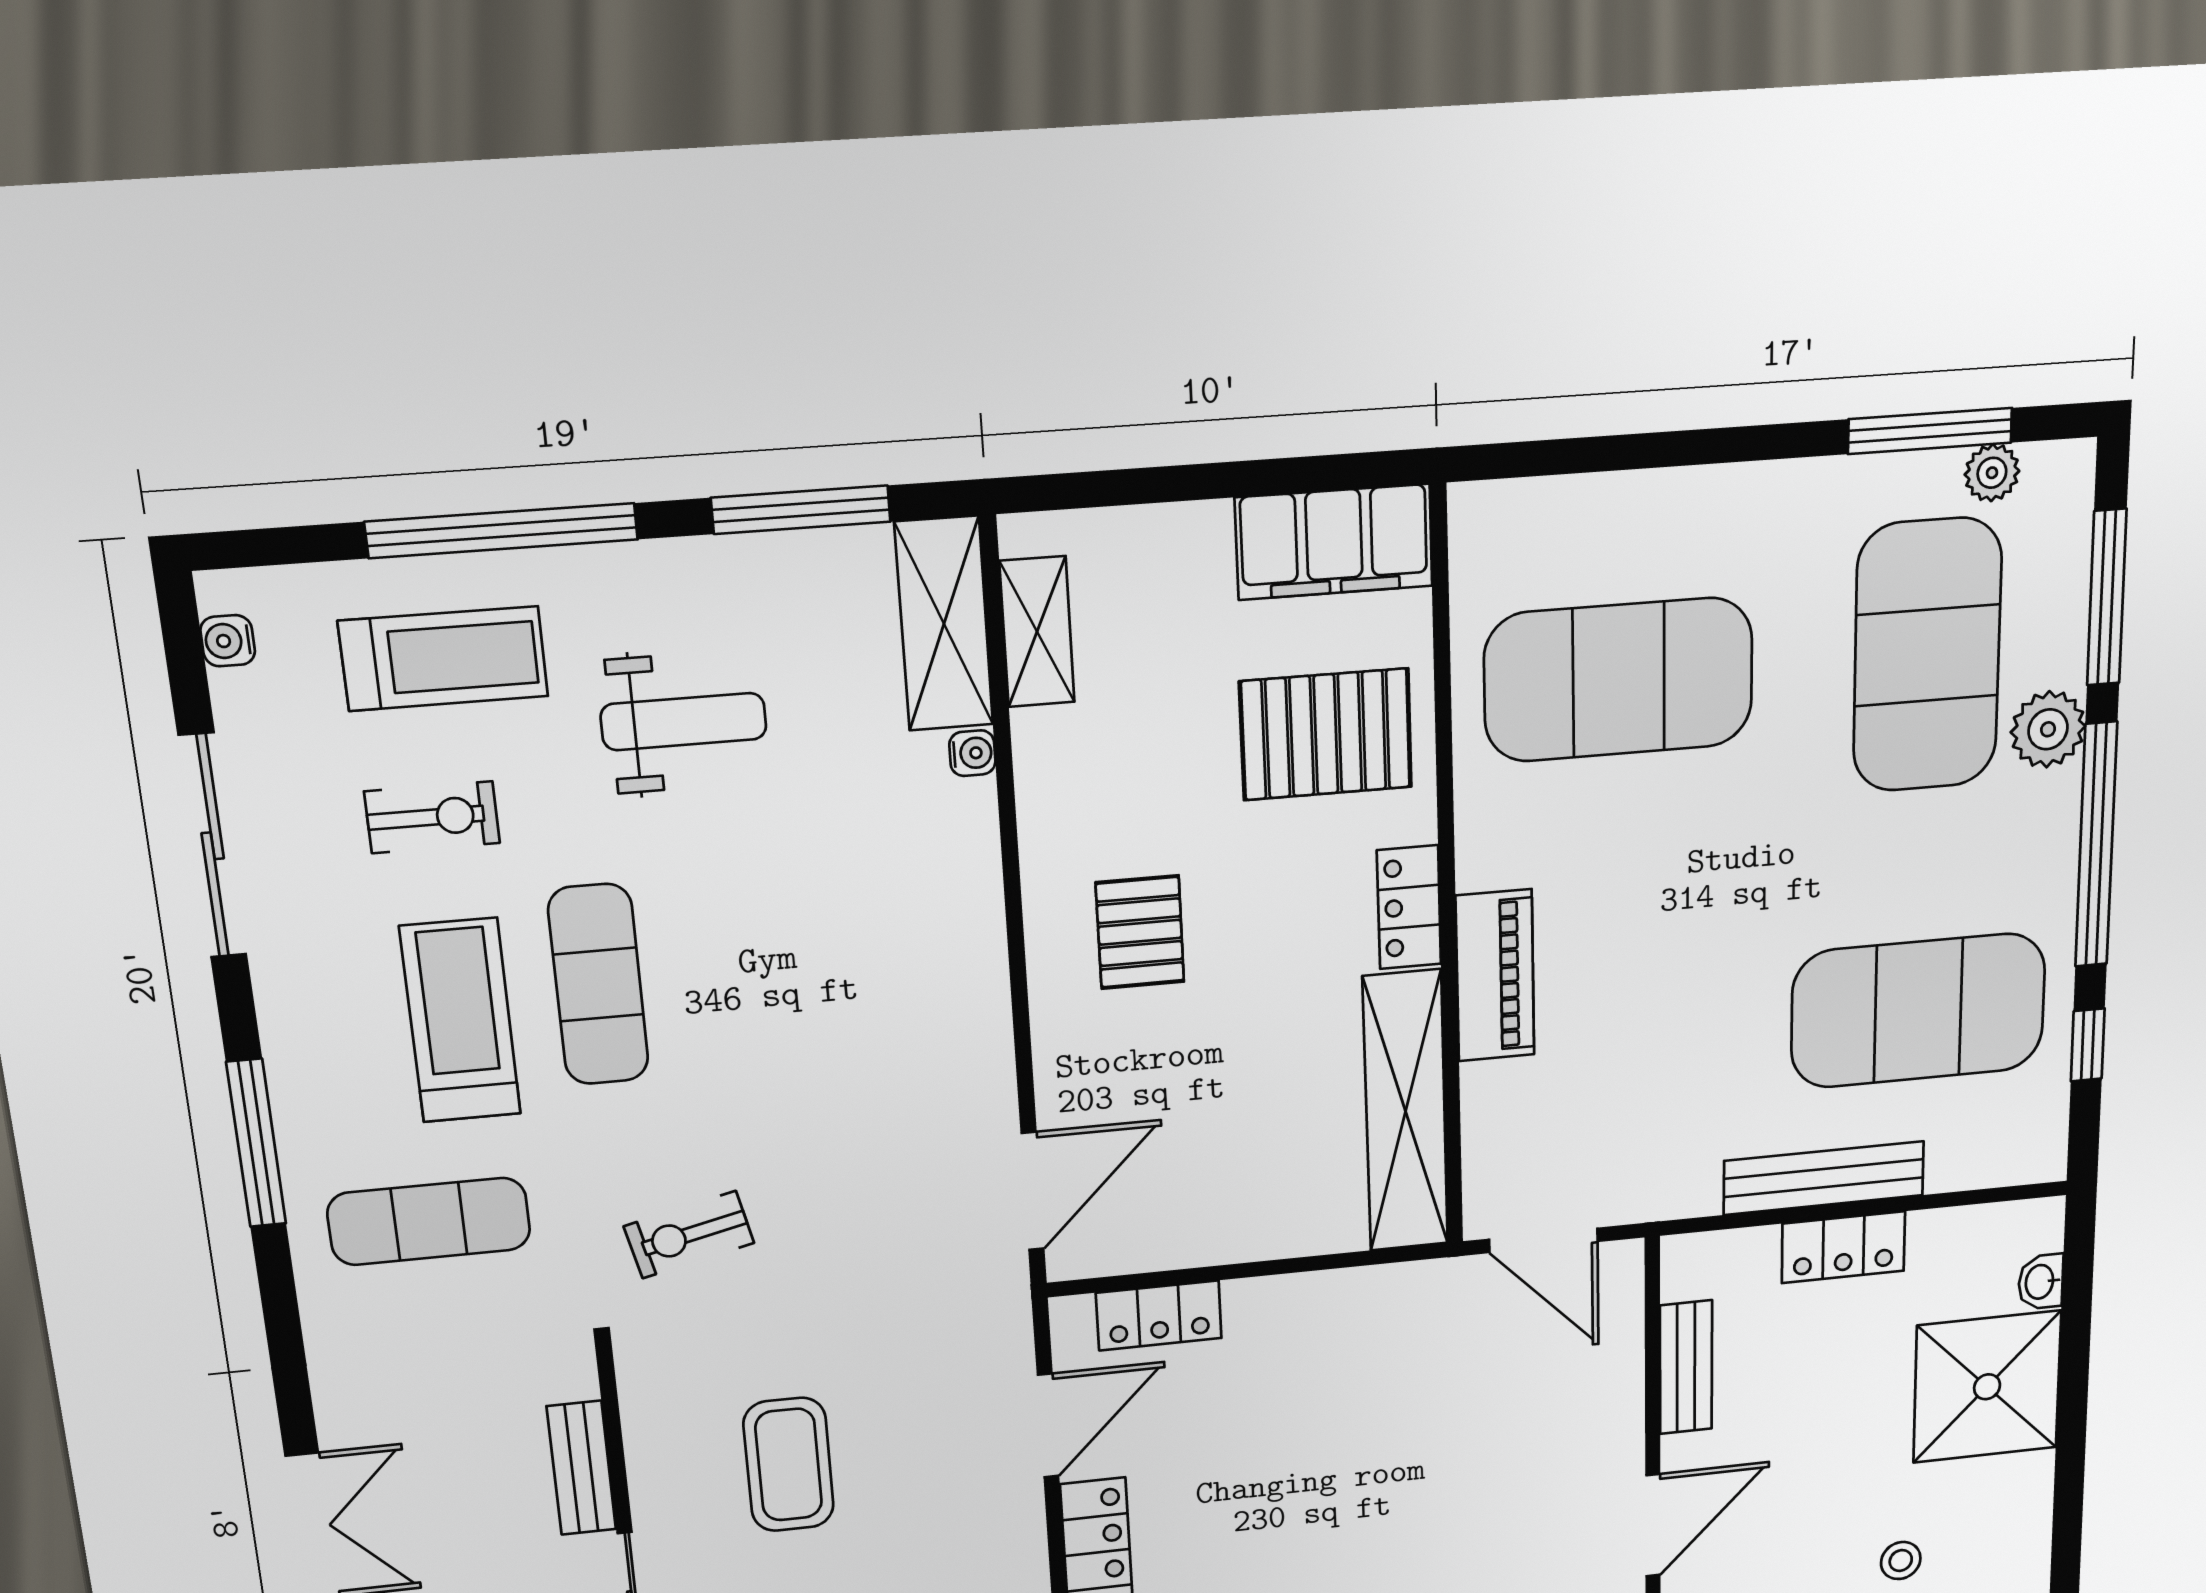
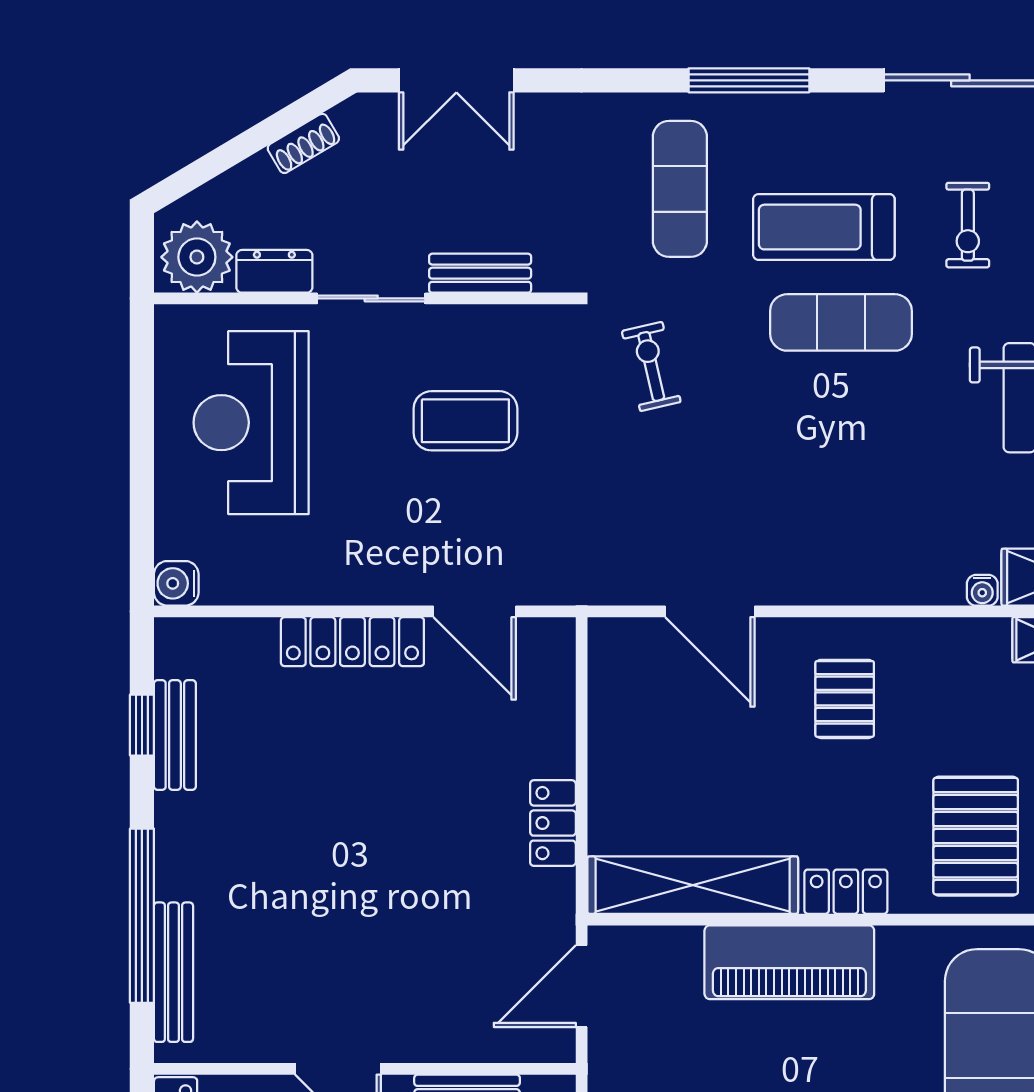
pallet: (1140, 932) -> (845, 699), turned 90
piano: (1495, 976) -> (789, 962), width x1.37, depth x1.33
treadmill: (460, 1021) -> (824, 227), turned 180
door: (1032, 1191) -> (710, 611), moved
locker: (1159, 1315) -> (553, 823), moved

